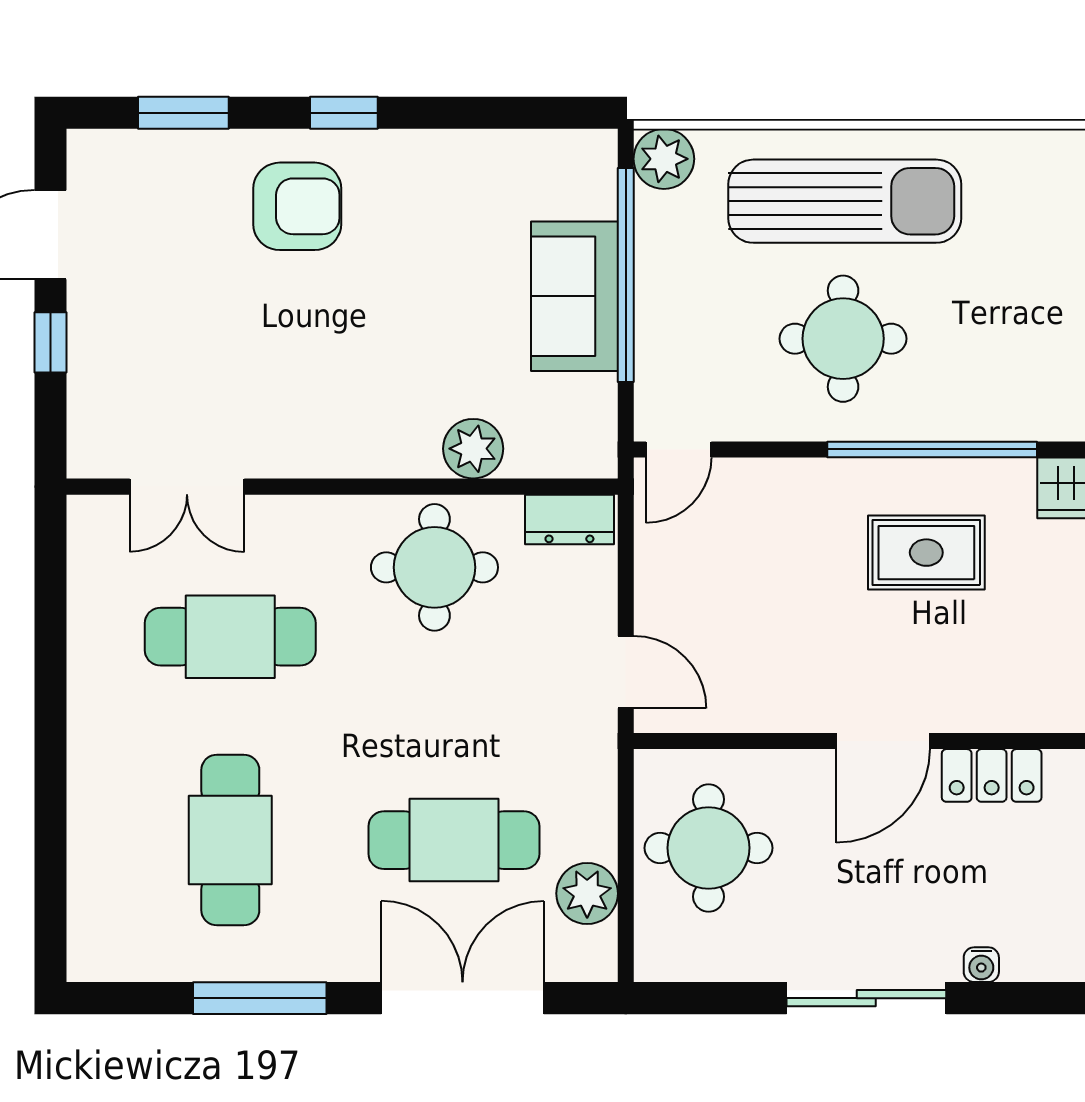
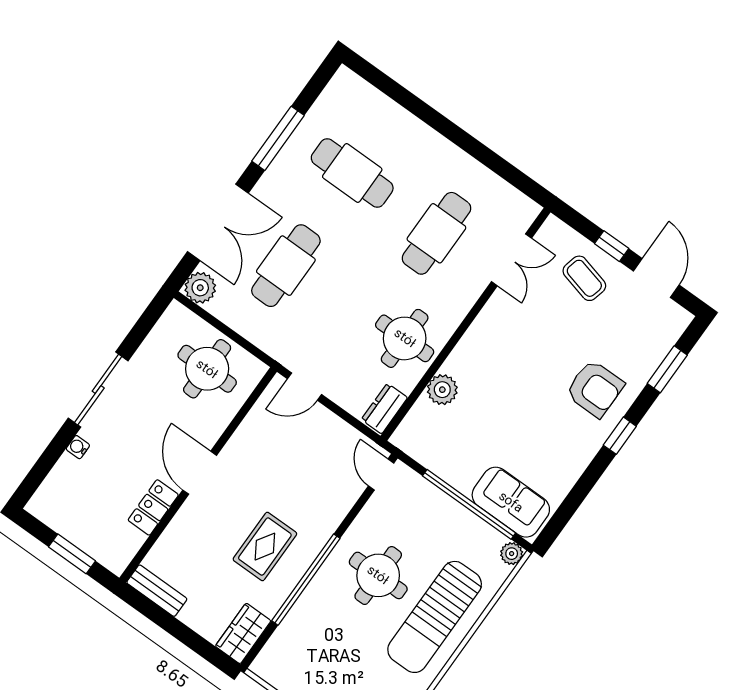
plant: (664, 159) -> (512, 554), width x0.73, depth x0.73
armchair: (297, 206) -> (595, 389), turned -90
sofa: (574, 296) -> (511, 502), moved
coffee table: (133, 349) -> (584, 278), added
double door: (187, 487) -> (511, 260), swing flipped
plant: (587, 893) -> (200, 288), moved

